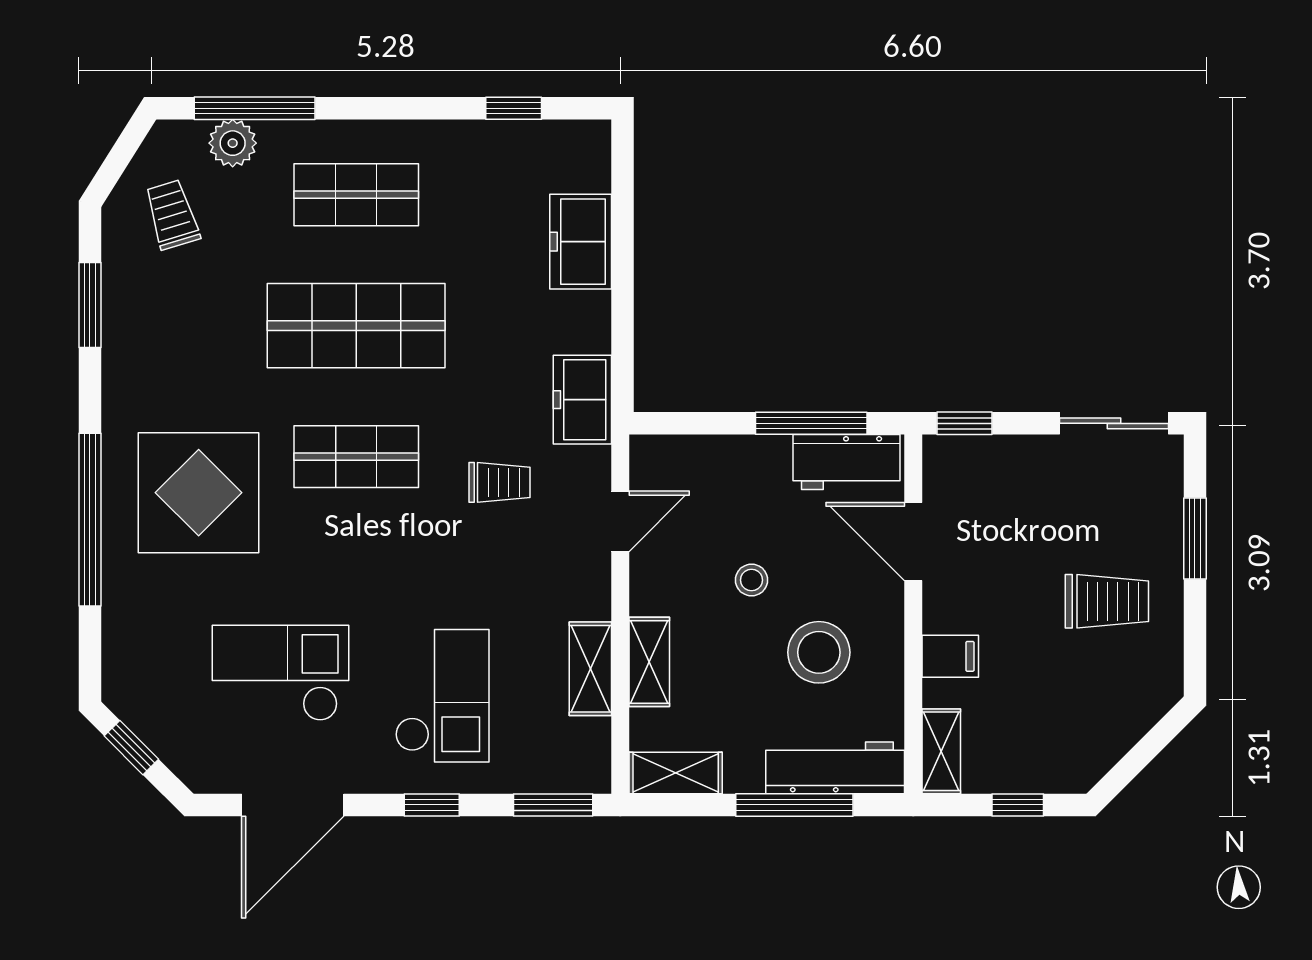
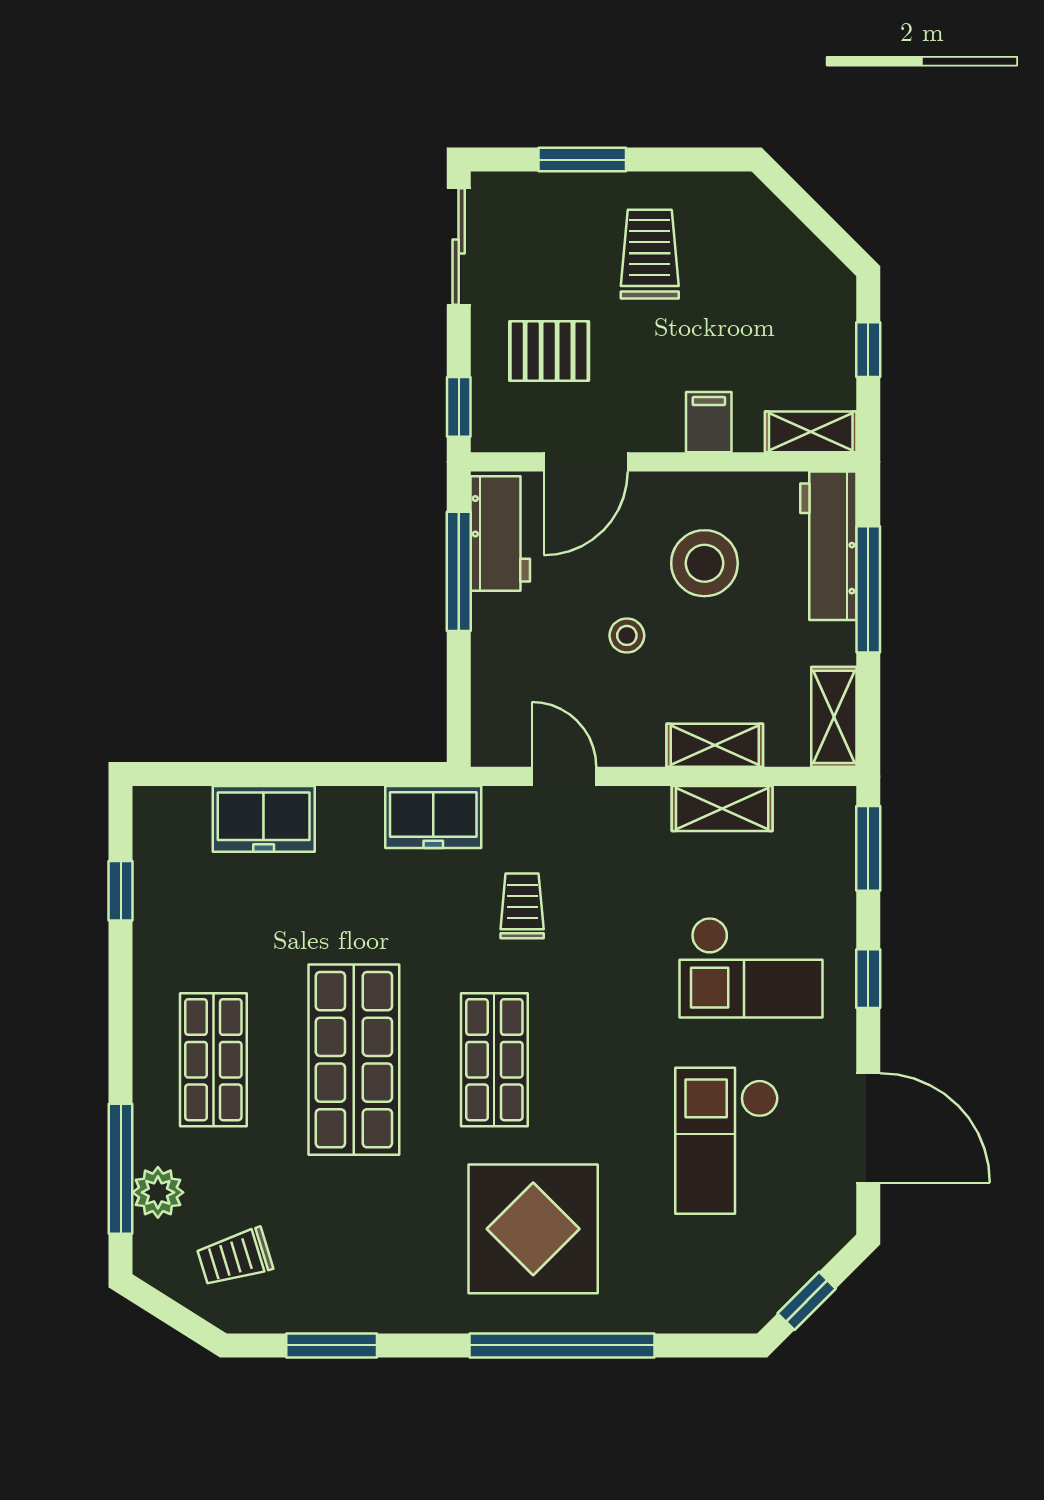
pallet: (1017, 508) -> (549, 351), added
checkout: (442, 696) -> (751, 968), turned 180

